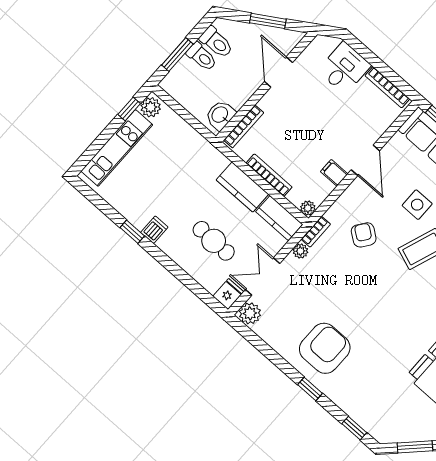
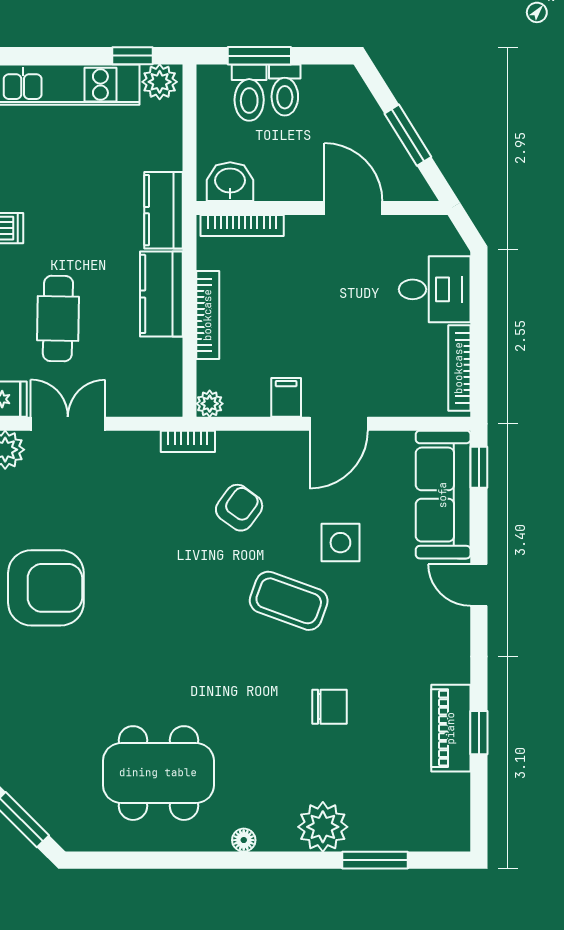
toilet: (216, 42) -> (249, 93), moved
door: (278, 72) -> (353, 208), hinge flipped
kitchen counter: (279, 218) -> (164, 210), moved
plant: (300, 251) -> (145, 444), removed

